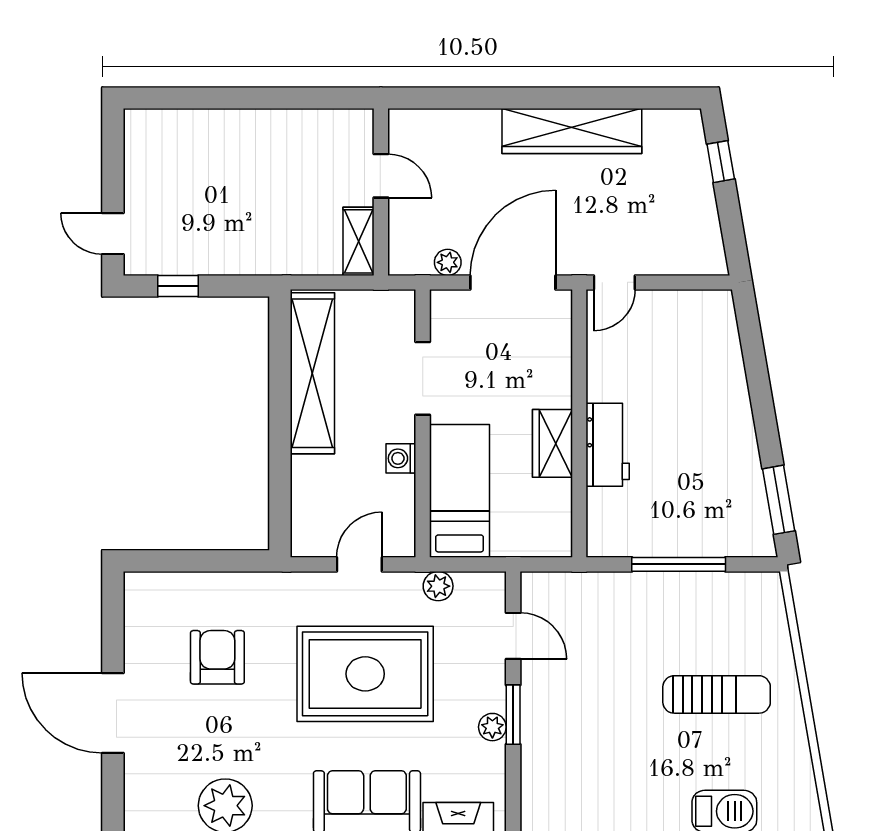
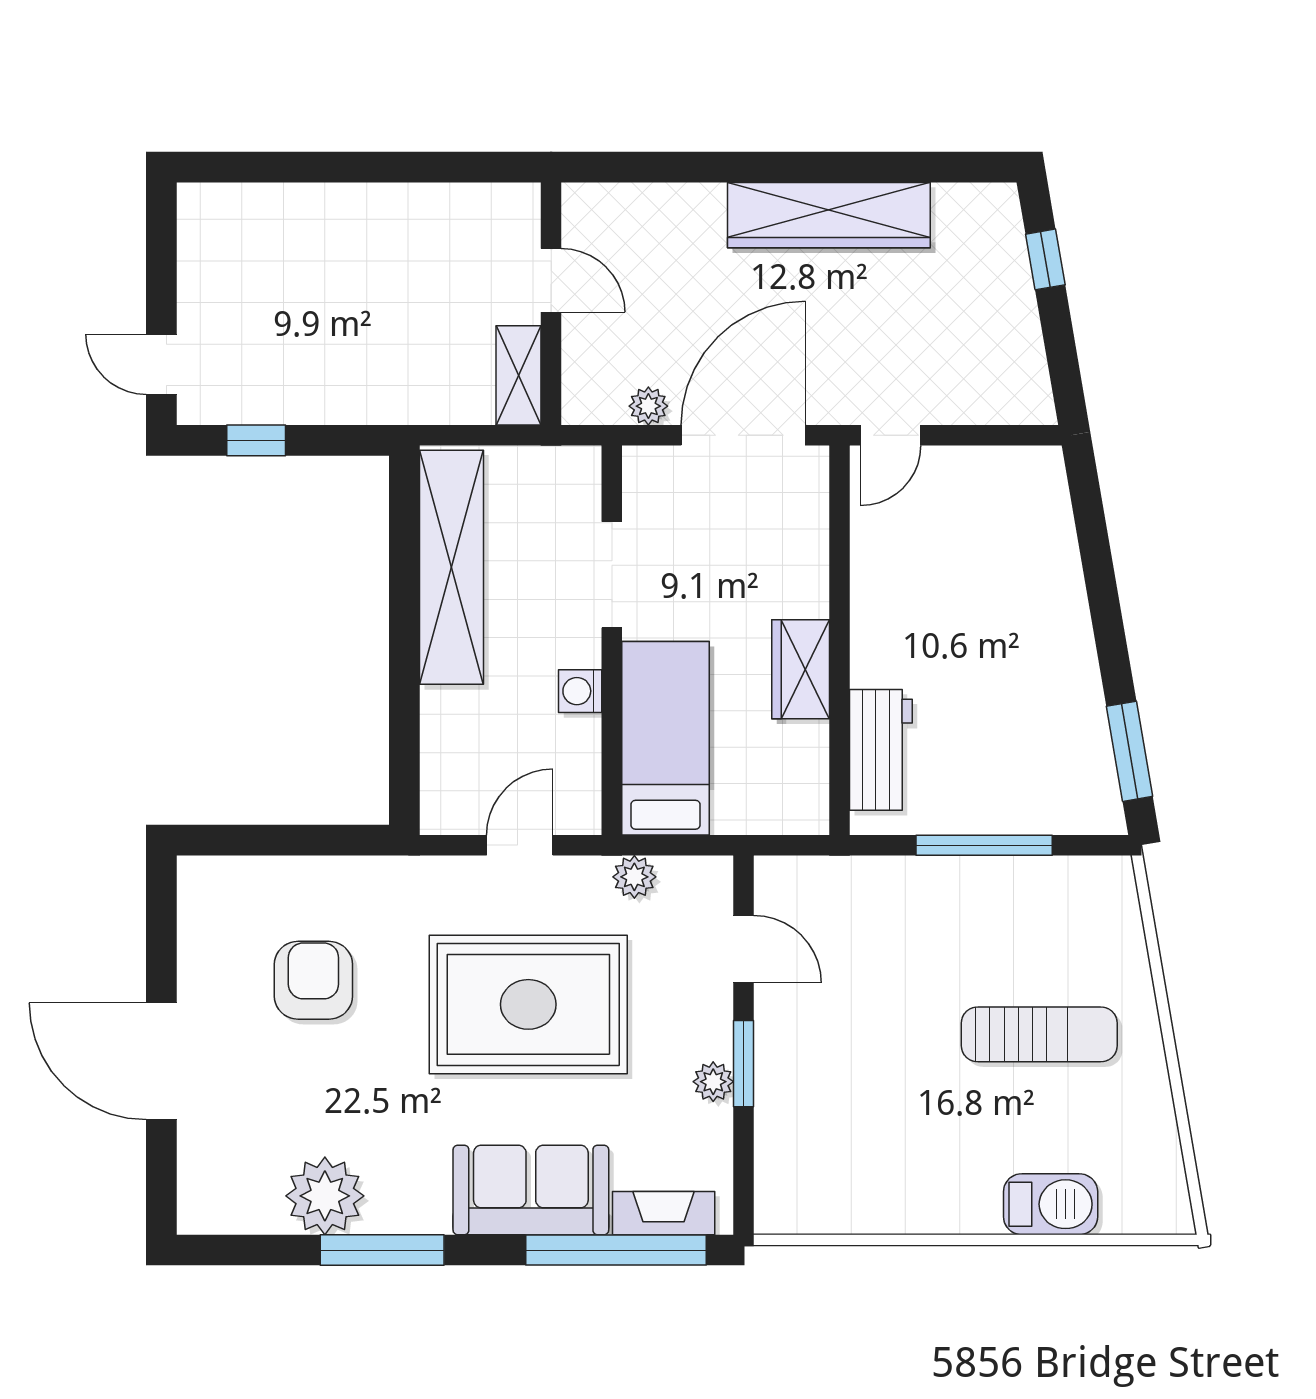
workbench: (608, 445) -> (881, 750), moved

